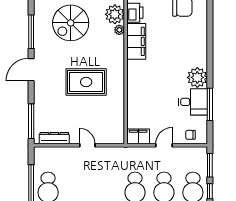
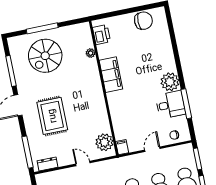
plant: (115, 14) -> (104, 142), moved
filing cabinet: (136, 41) -> (111, 75), moved
rug: (86, 82) -> (52, 116), moved, turned 90
filing cabinet: (138, 136) -> (122, 147), width x0.50
dresser: (54, 138) -> (47, 164), width x0.70

